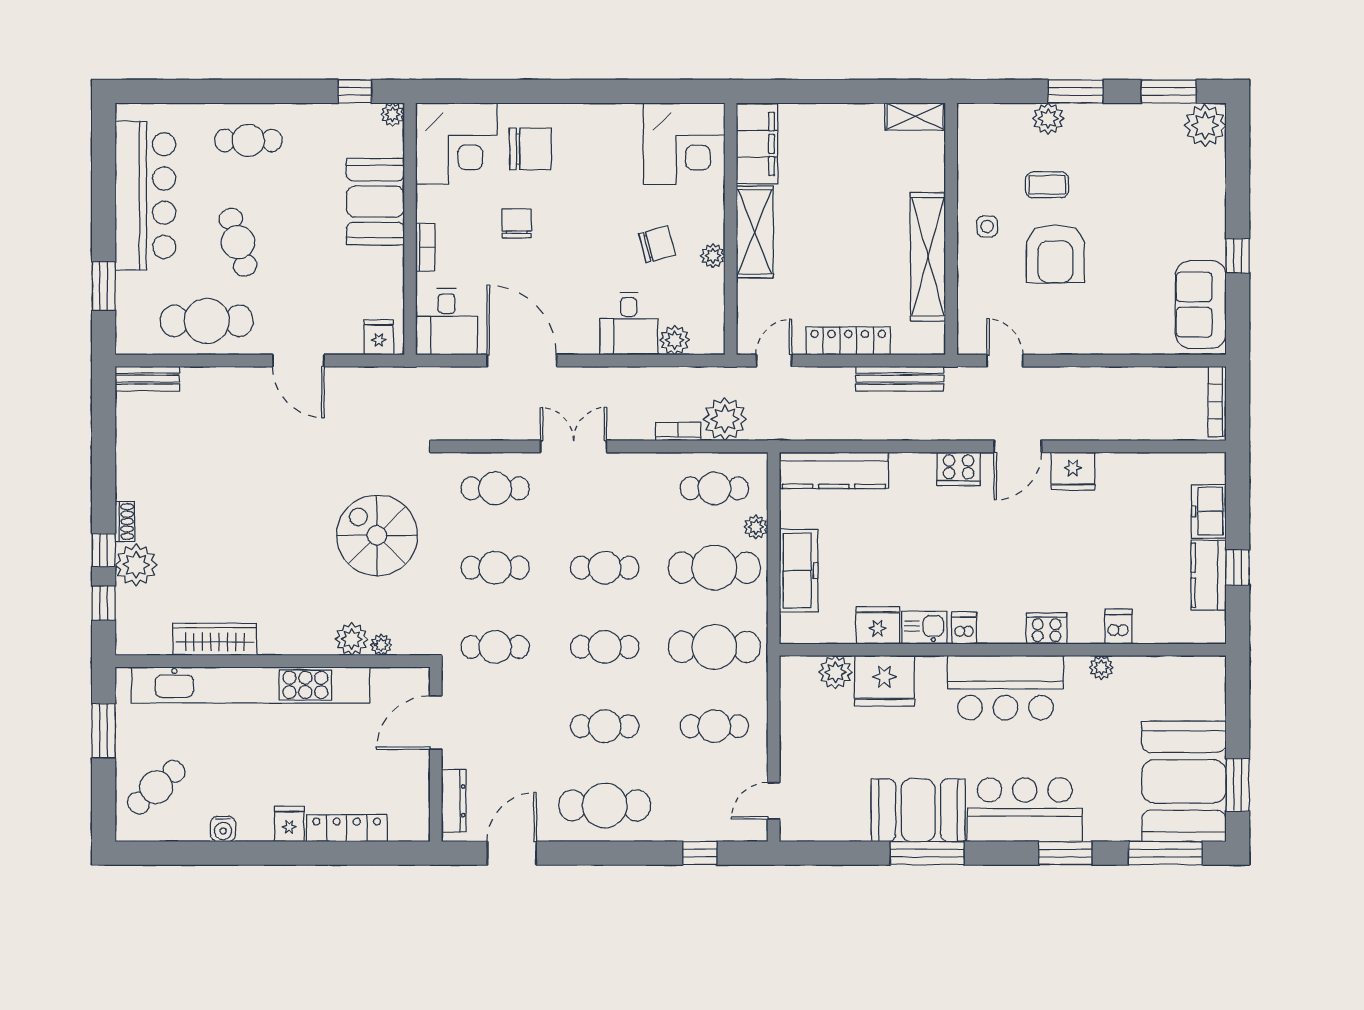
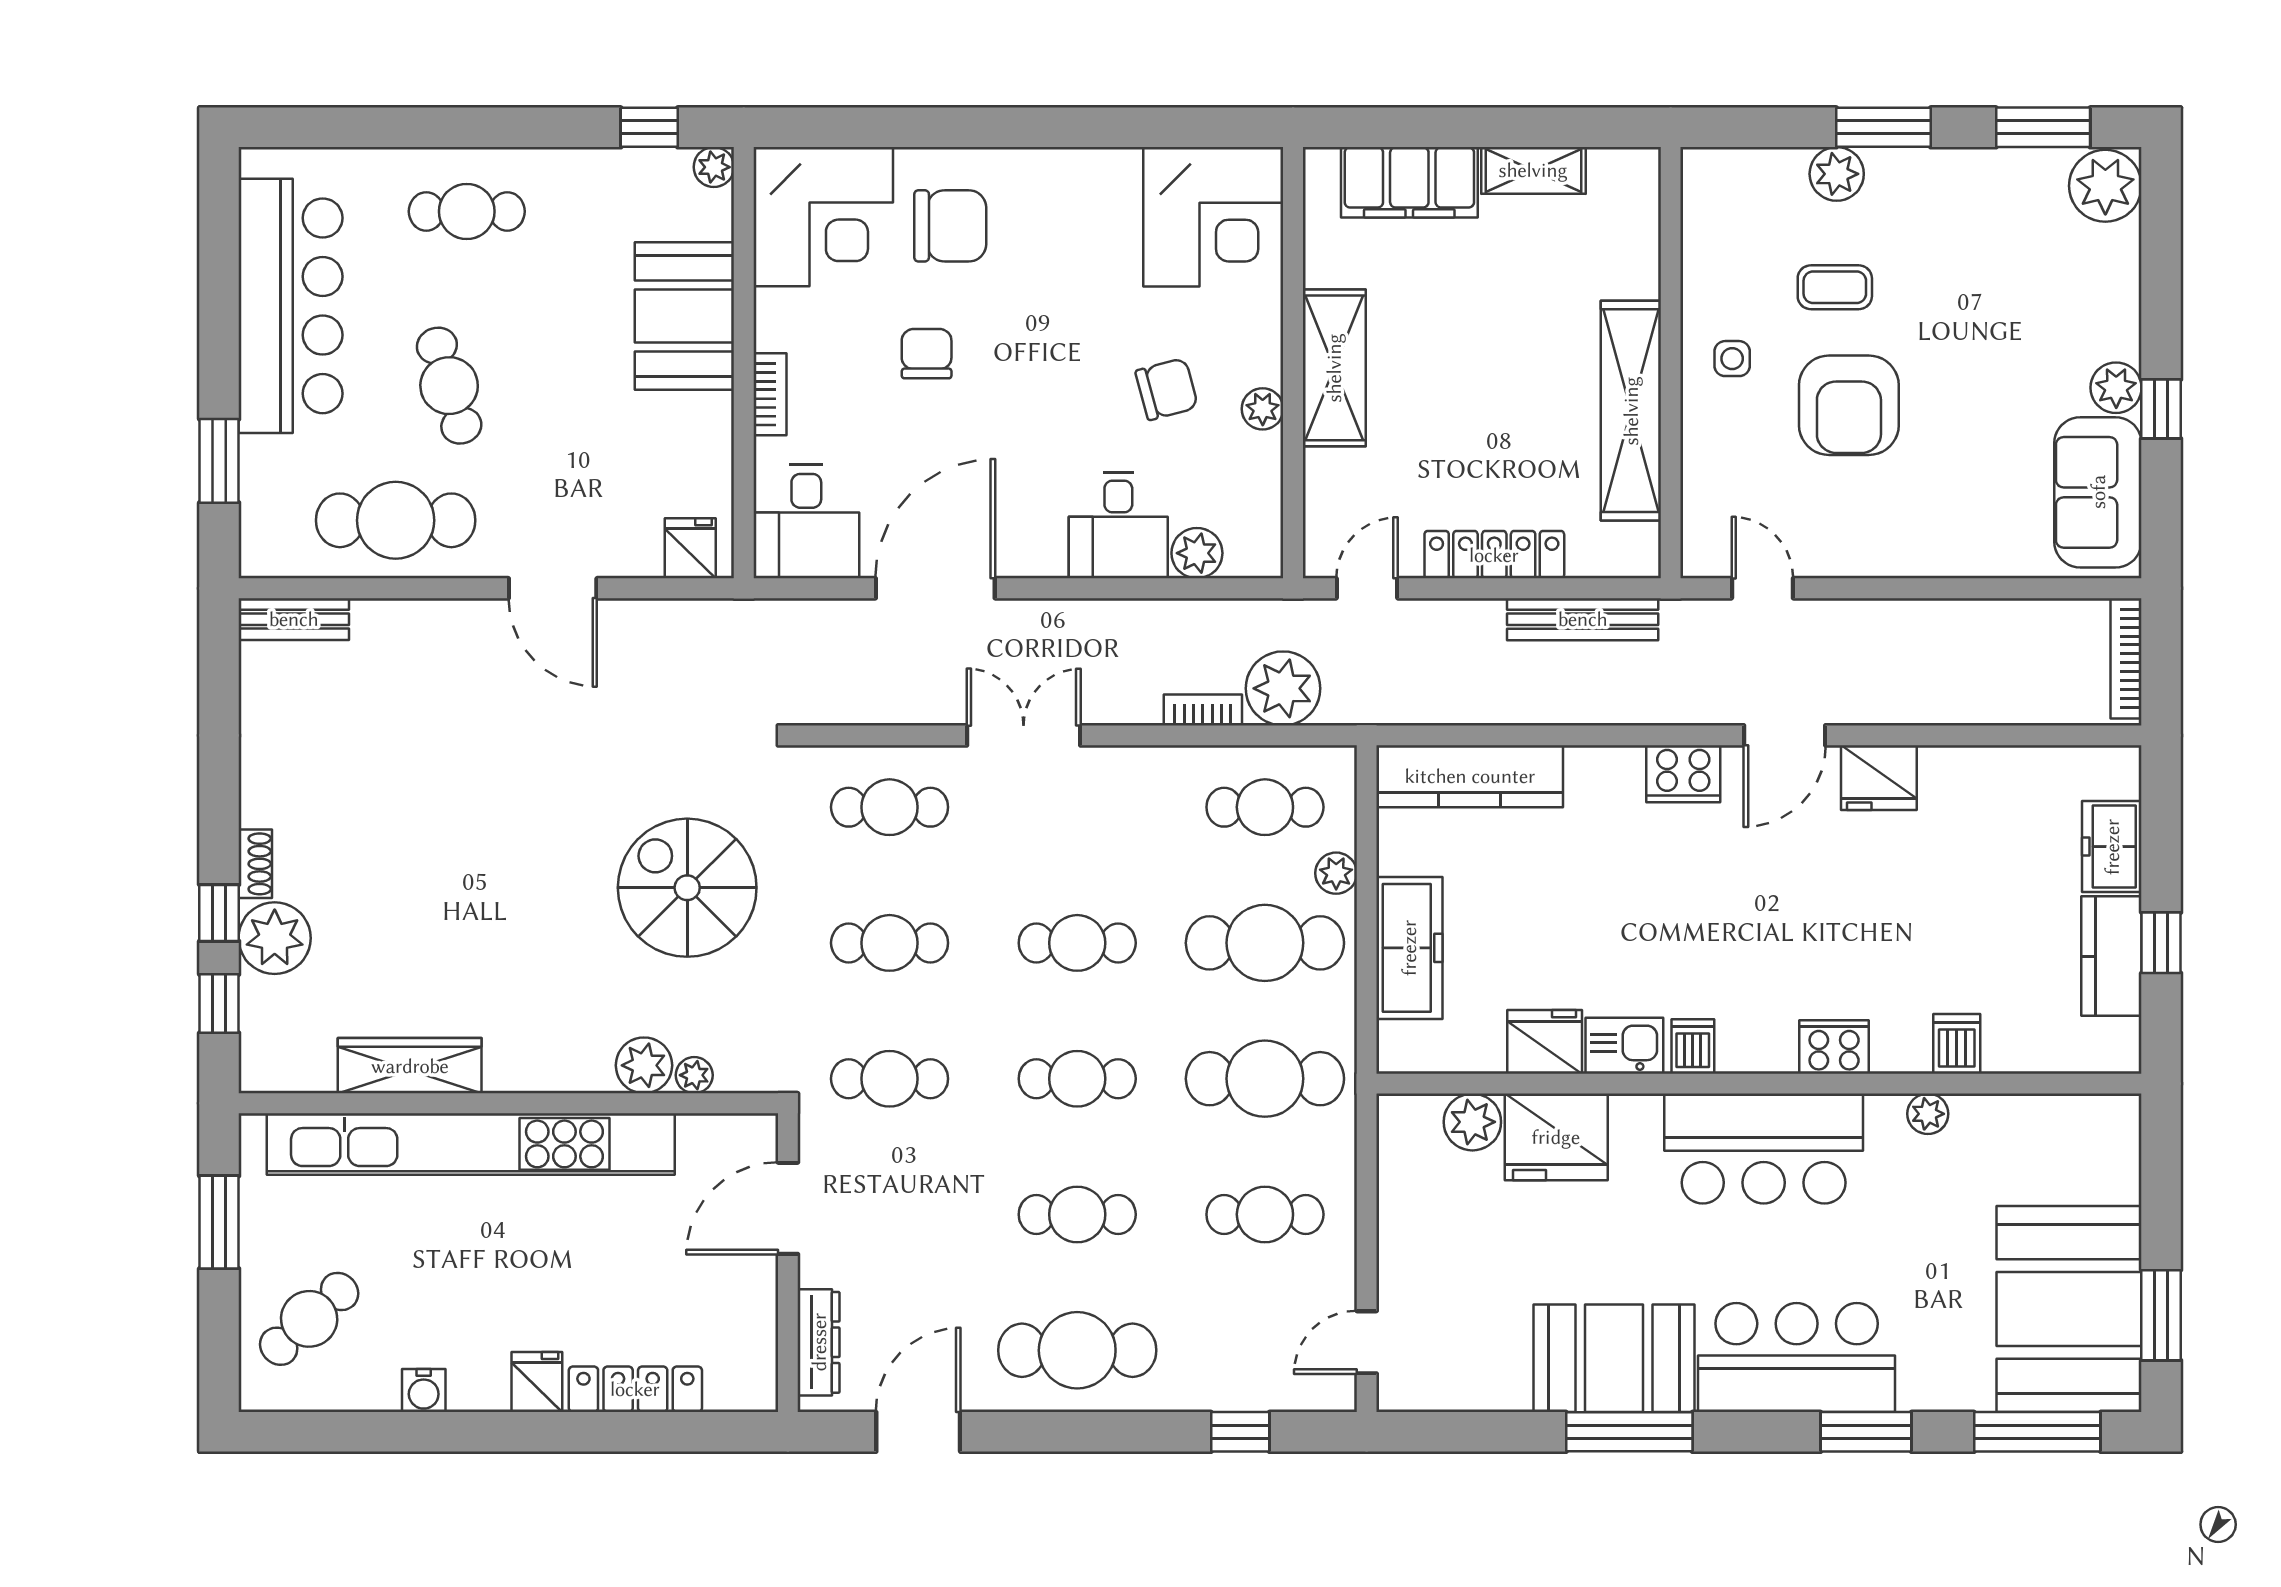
shelving: (915, 116) -> (1533, 170), moved
filing cabinet: (757, 144) -> (1409, 182), moved, turned 90
plant: (1211, 243) -> (2116, 388), added
door: (522, 361) -> (935, 588), hinge flipped

